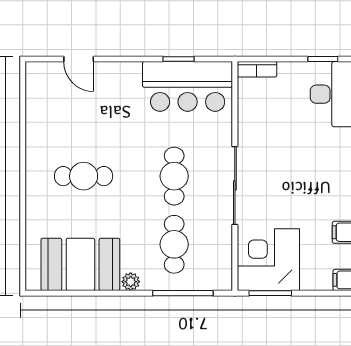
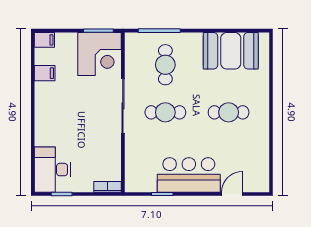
door: (79, 59) -> (232, 194), hinge flipped
bar counter: (188, 86) -> (189, 175), moved
cafe table: (174, 176) -> (165, 112), turned 90
plant: (131, 282) -> (196, 39), removed

